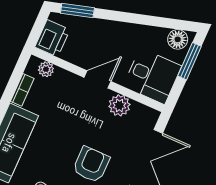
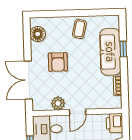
plant: (46, 69) -> (110, 104), removed

